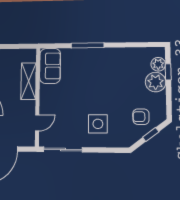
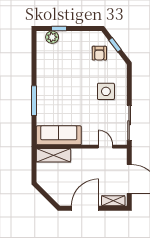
sofa: (50, 66) -> (59, 135), width x1.36
shelving: (29, 81) -> (53, 155), moved
plant: (156, 82) -> (68, 40), removed

